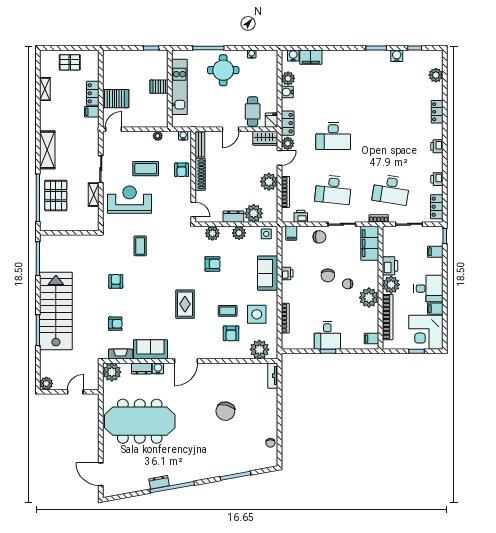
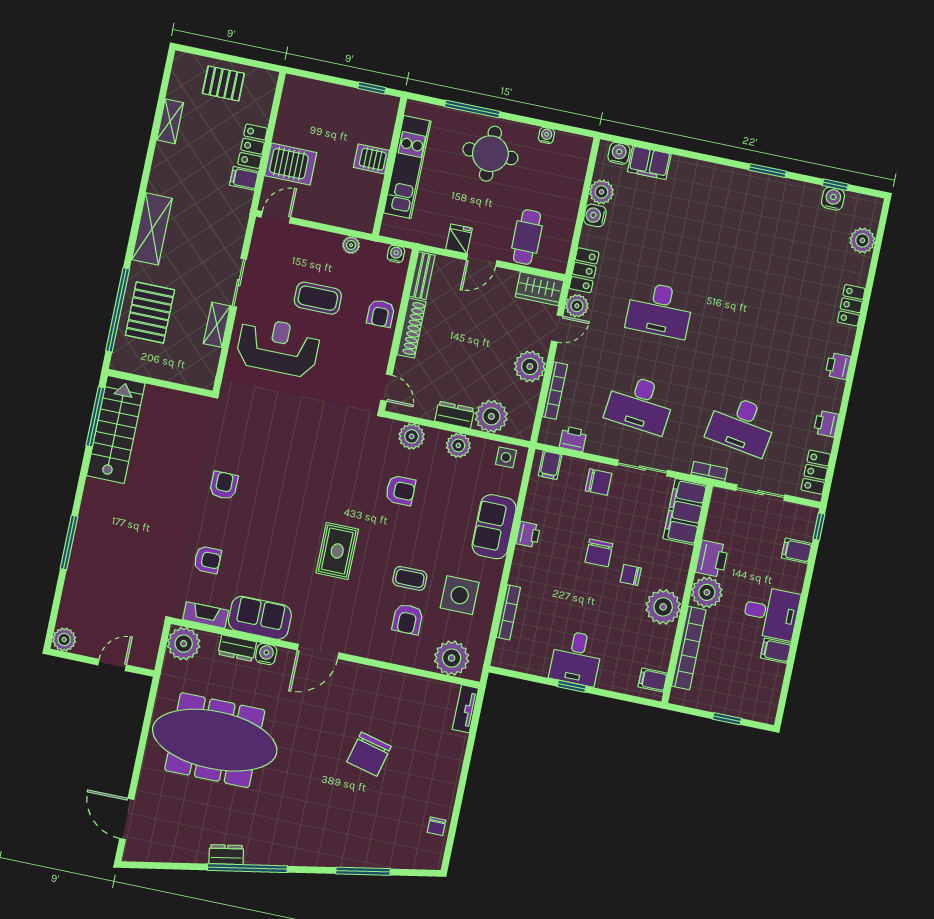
water cooler: (397, 56) -> (833, 199), moved
fridge: (272, 120) -> (459, 239), moved
coffee table: (140, 246) -> (280, 432), removed
stairs: (56, 311) -> (116, 430), moved, width x0.73, depth x0.66
corner desk: (426, 332) -> (750, 689), removed

